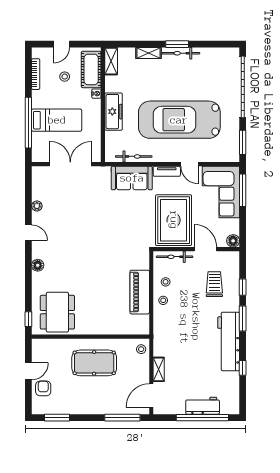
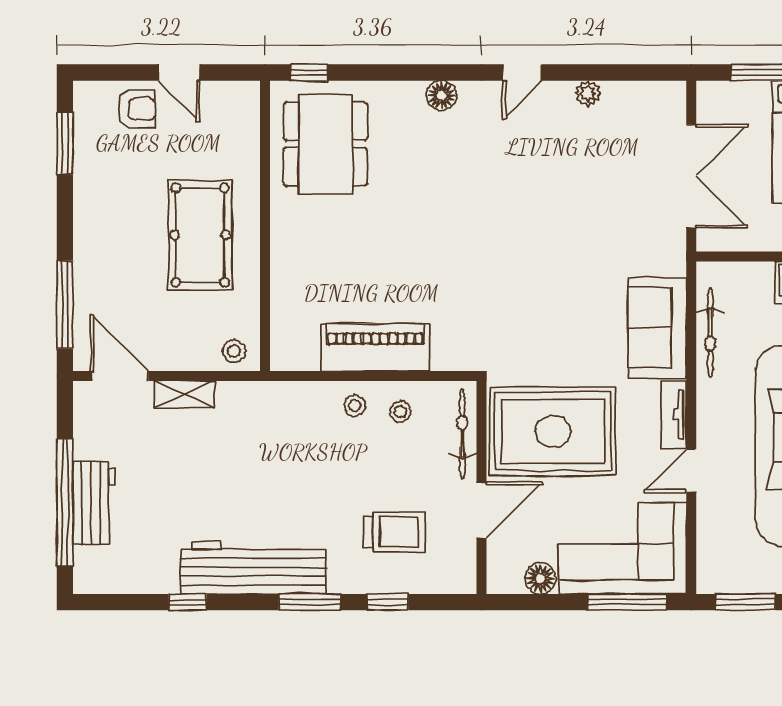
floor lamp: (233, 241) -> (540, 578), moved
dining table: (57, 312) -> (325, 144), turned 90

